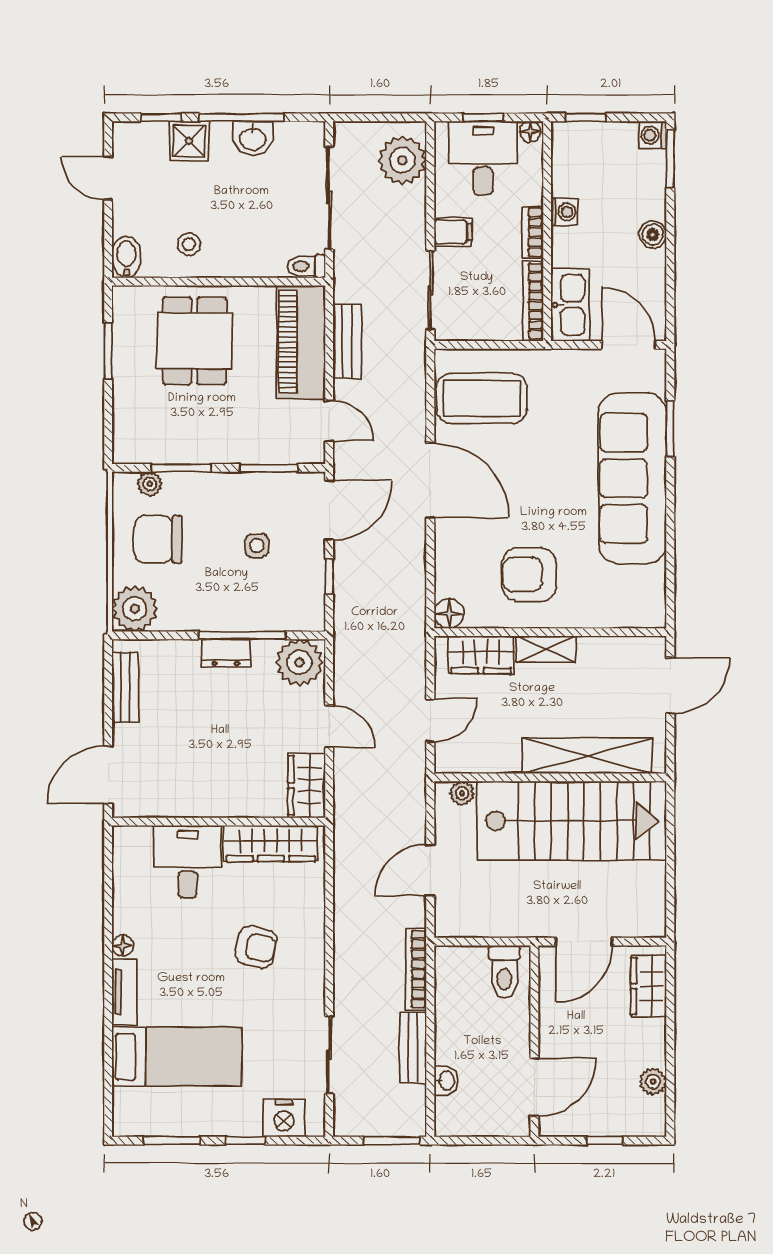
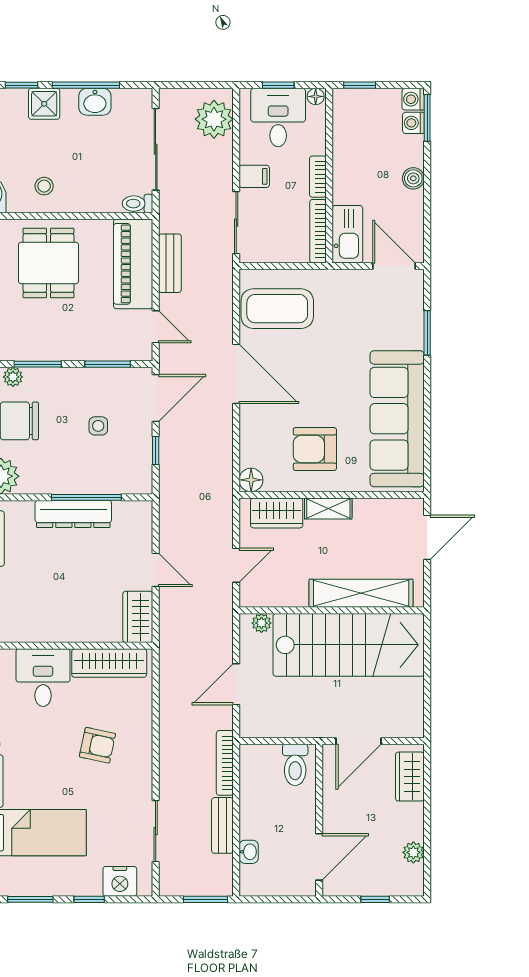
washing machine: (564, 212) -> (413, 123), moved, turned 180
sofa: (632, 478) -> (397, 419), moved
dresser: (226, 653) -> (73, 514), width x1.96, depth x1.24
plant: (299, 662) -> (132, 519), removed

